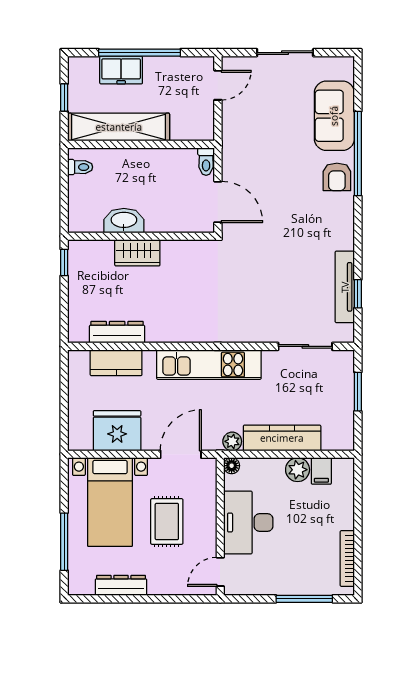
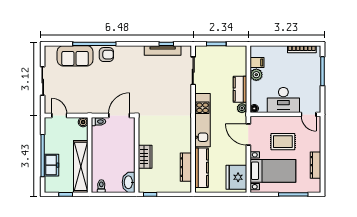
boiler: (205, 132) -> (83, 122), added
washbasin: (124, 221) -> (129, 182), moved
kitchen counter: (116, 363) -> (202, 168), width x1.50
fridge: (117, 431) -> (236, 177), moved
kitchen counter: (282, 438) -> (240, 89), width x0.67

